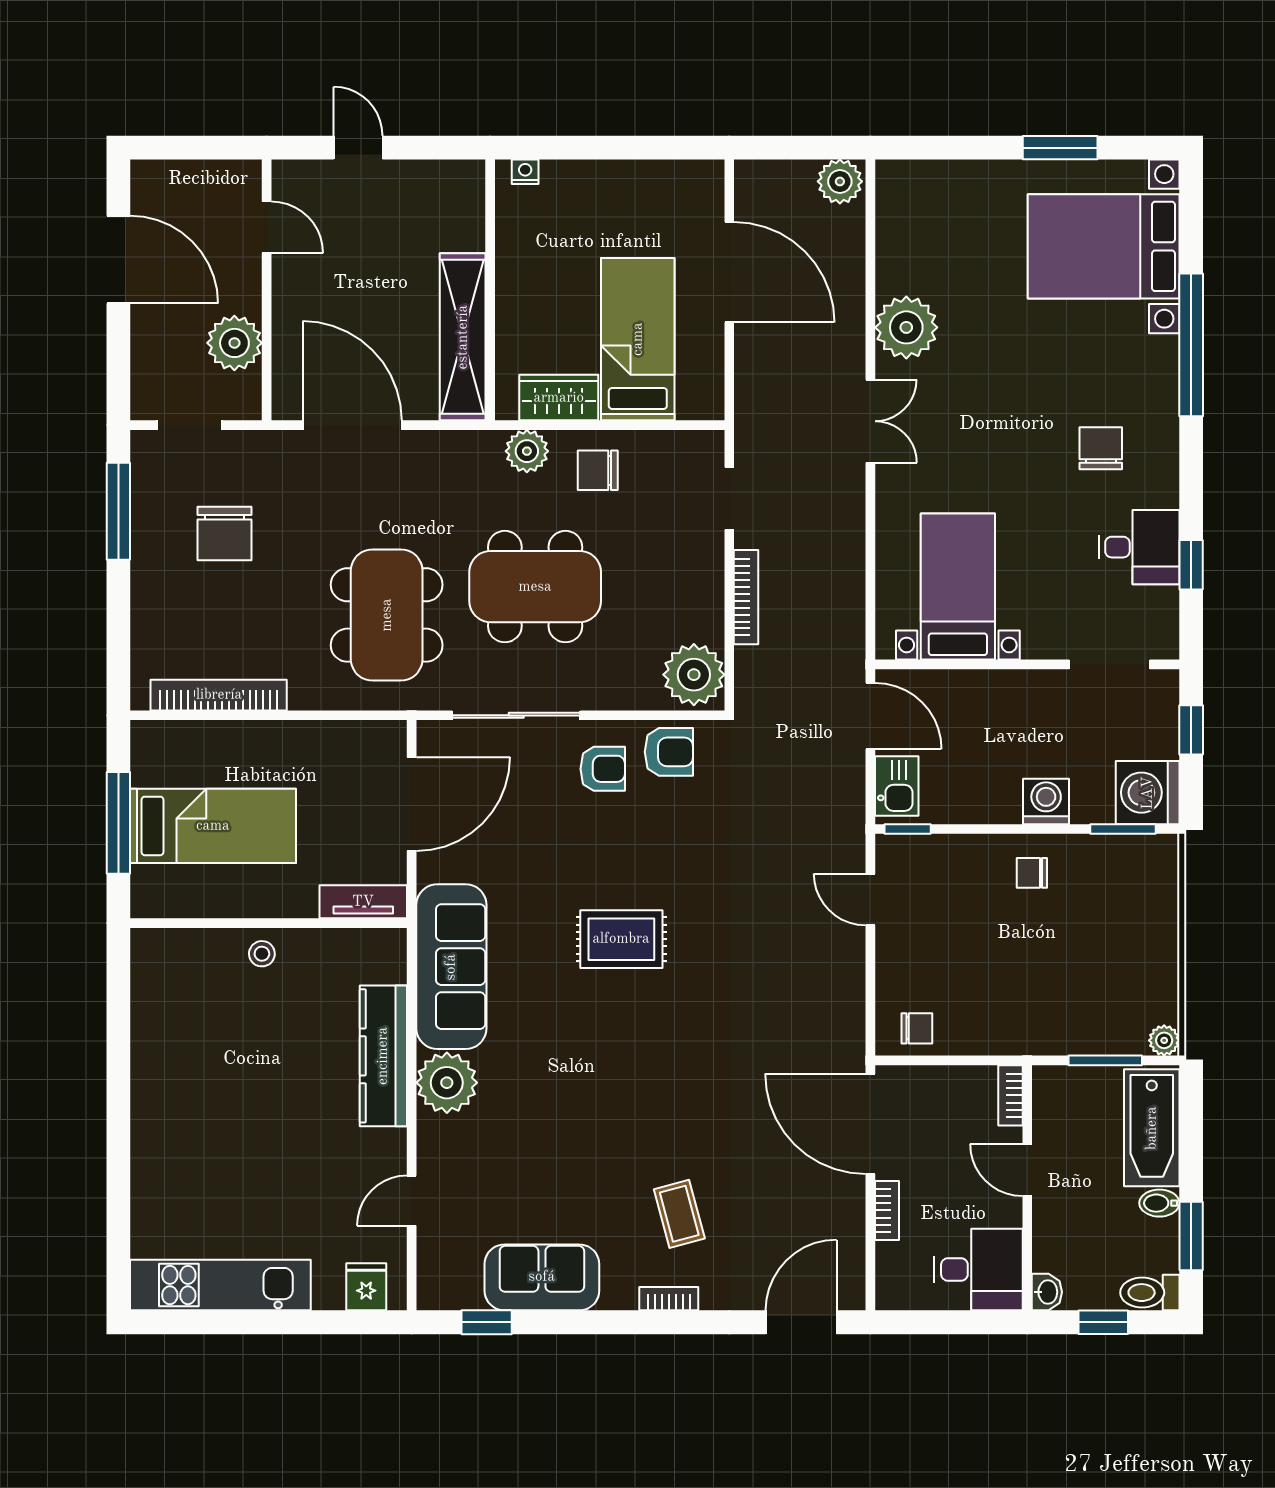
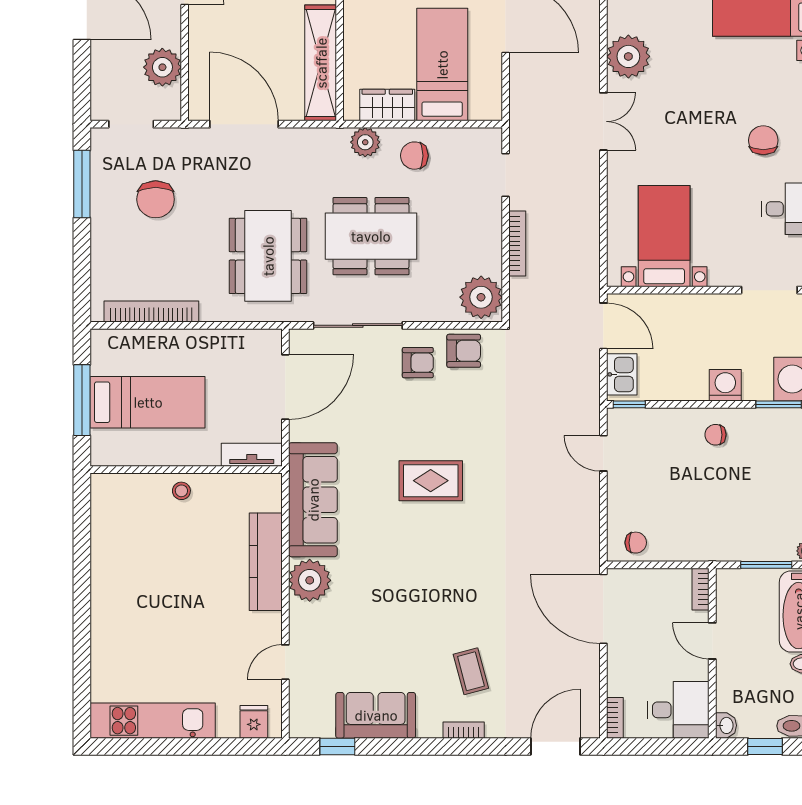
bookcase: (887, 1210) -> (615, 718), moved

